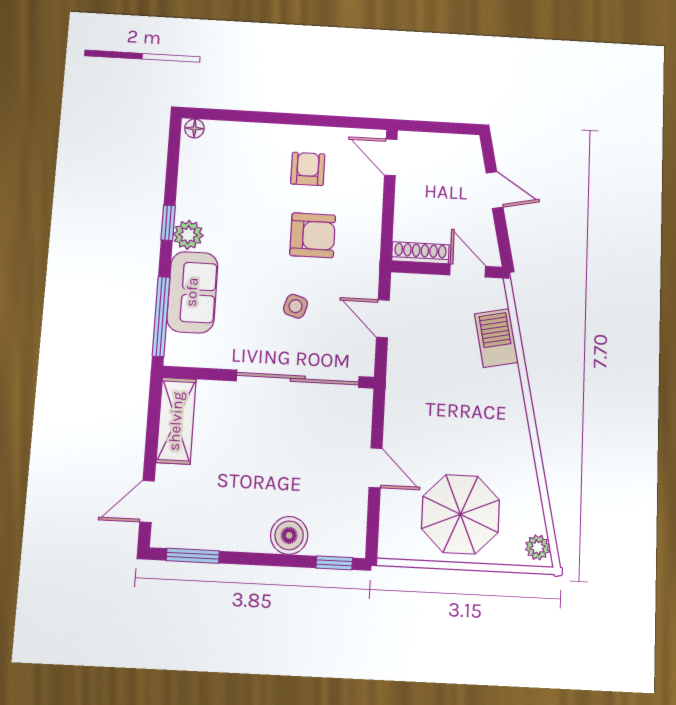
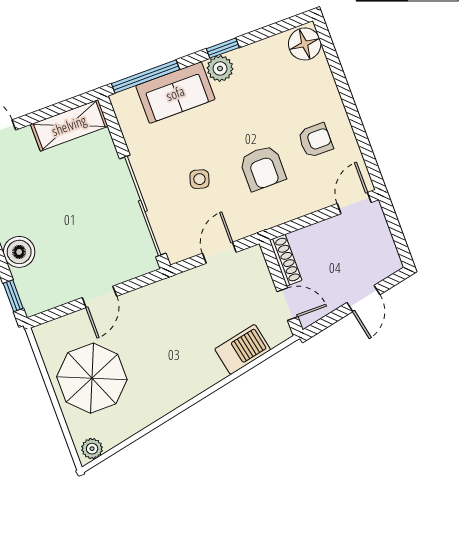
floor lamp: (194, 128) -> (305, 44), width x1.89, depth x1.89
door: (468, 271) -> (287, 304), hinge flipped

